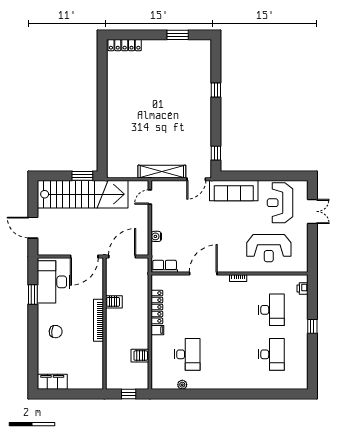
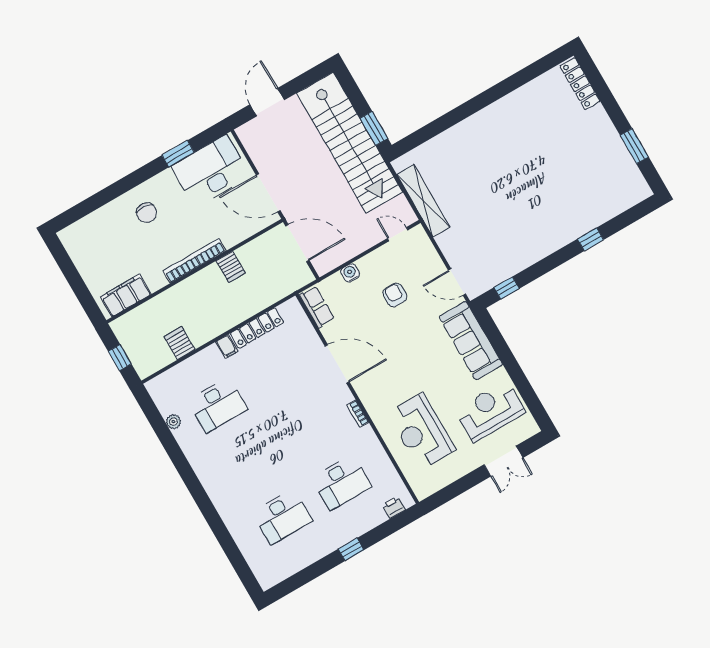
shelving: (162, 172) -> (423, 201), moved
armchair: (183, 218) -> (395, 295), added
filing cabinet: (52, 382) -> (126, 295), moved, turned -90

